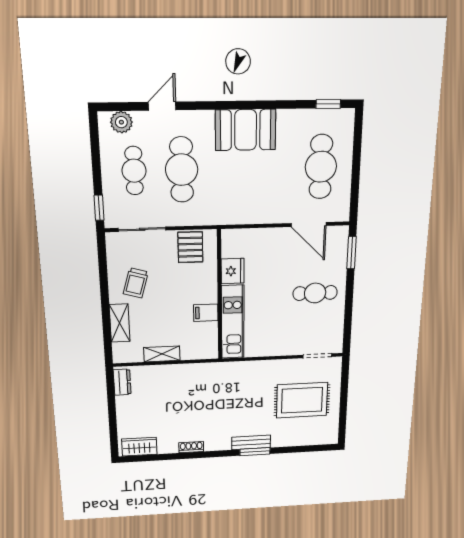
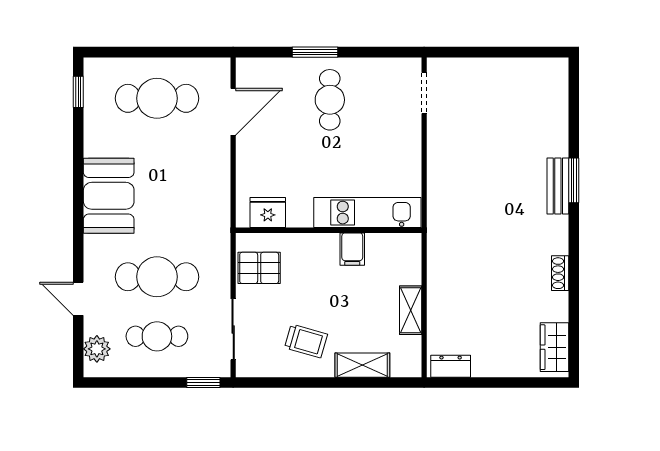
window: (351, 253) -> (315, 52), moved
fridge: (233, 271) -> (268, 213), moved
rug: (302, 400) -> (493, 113), removed

